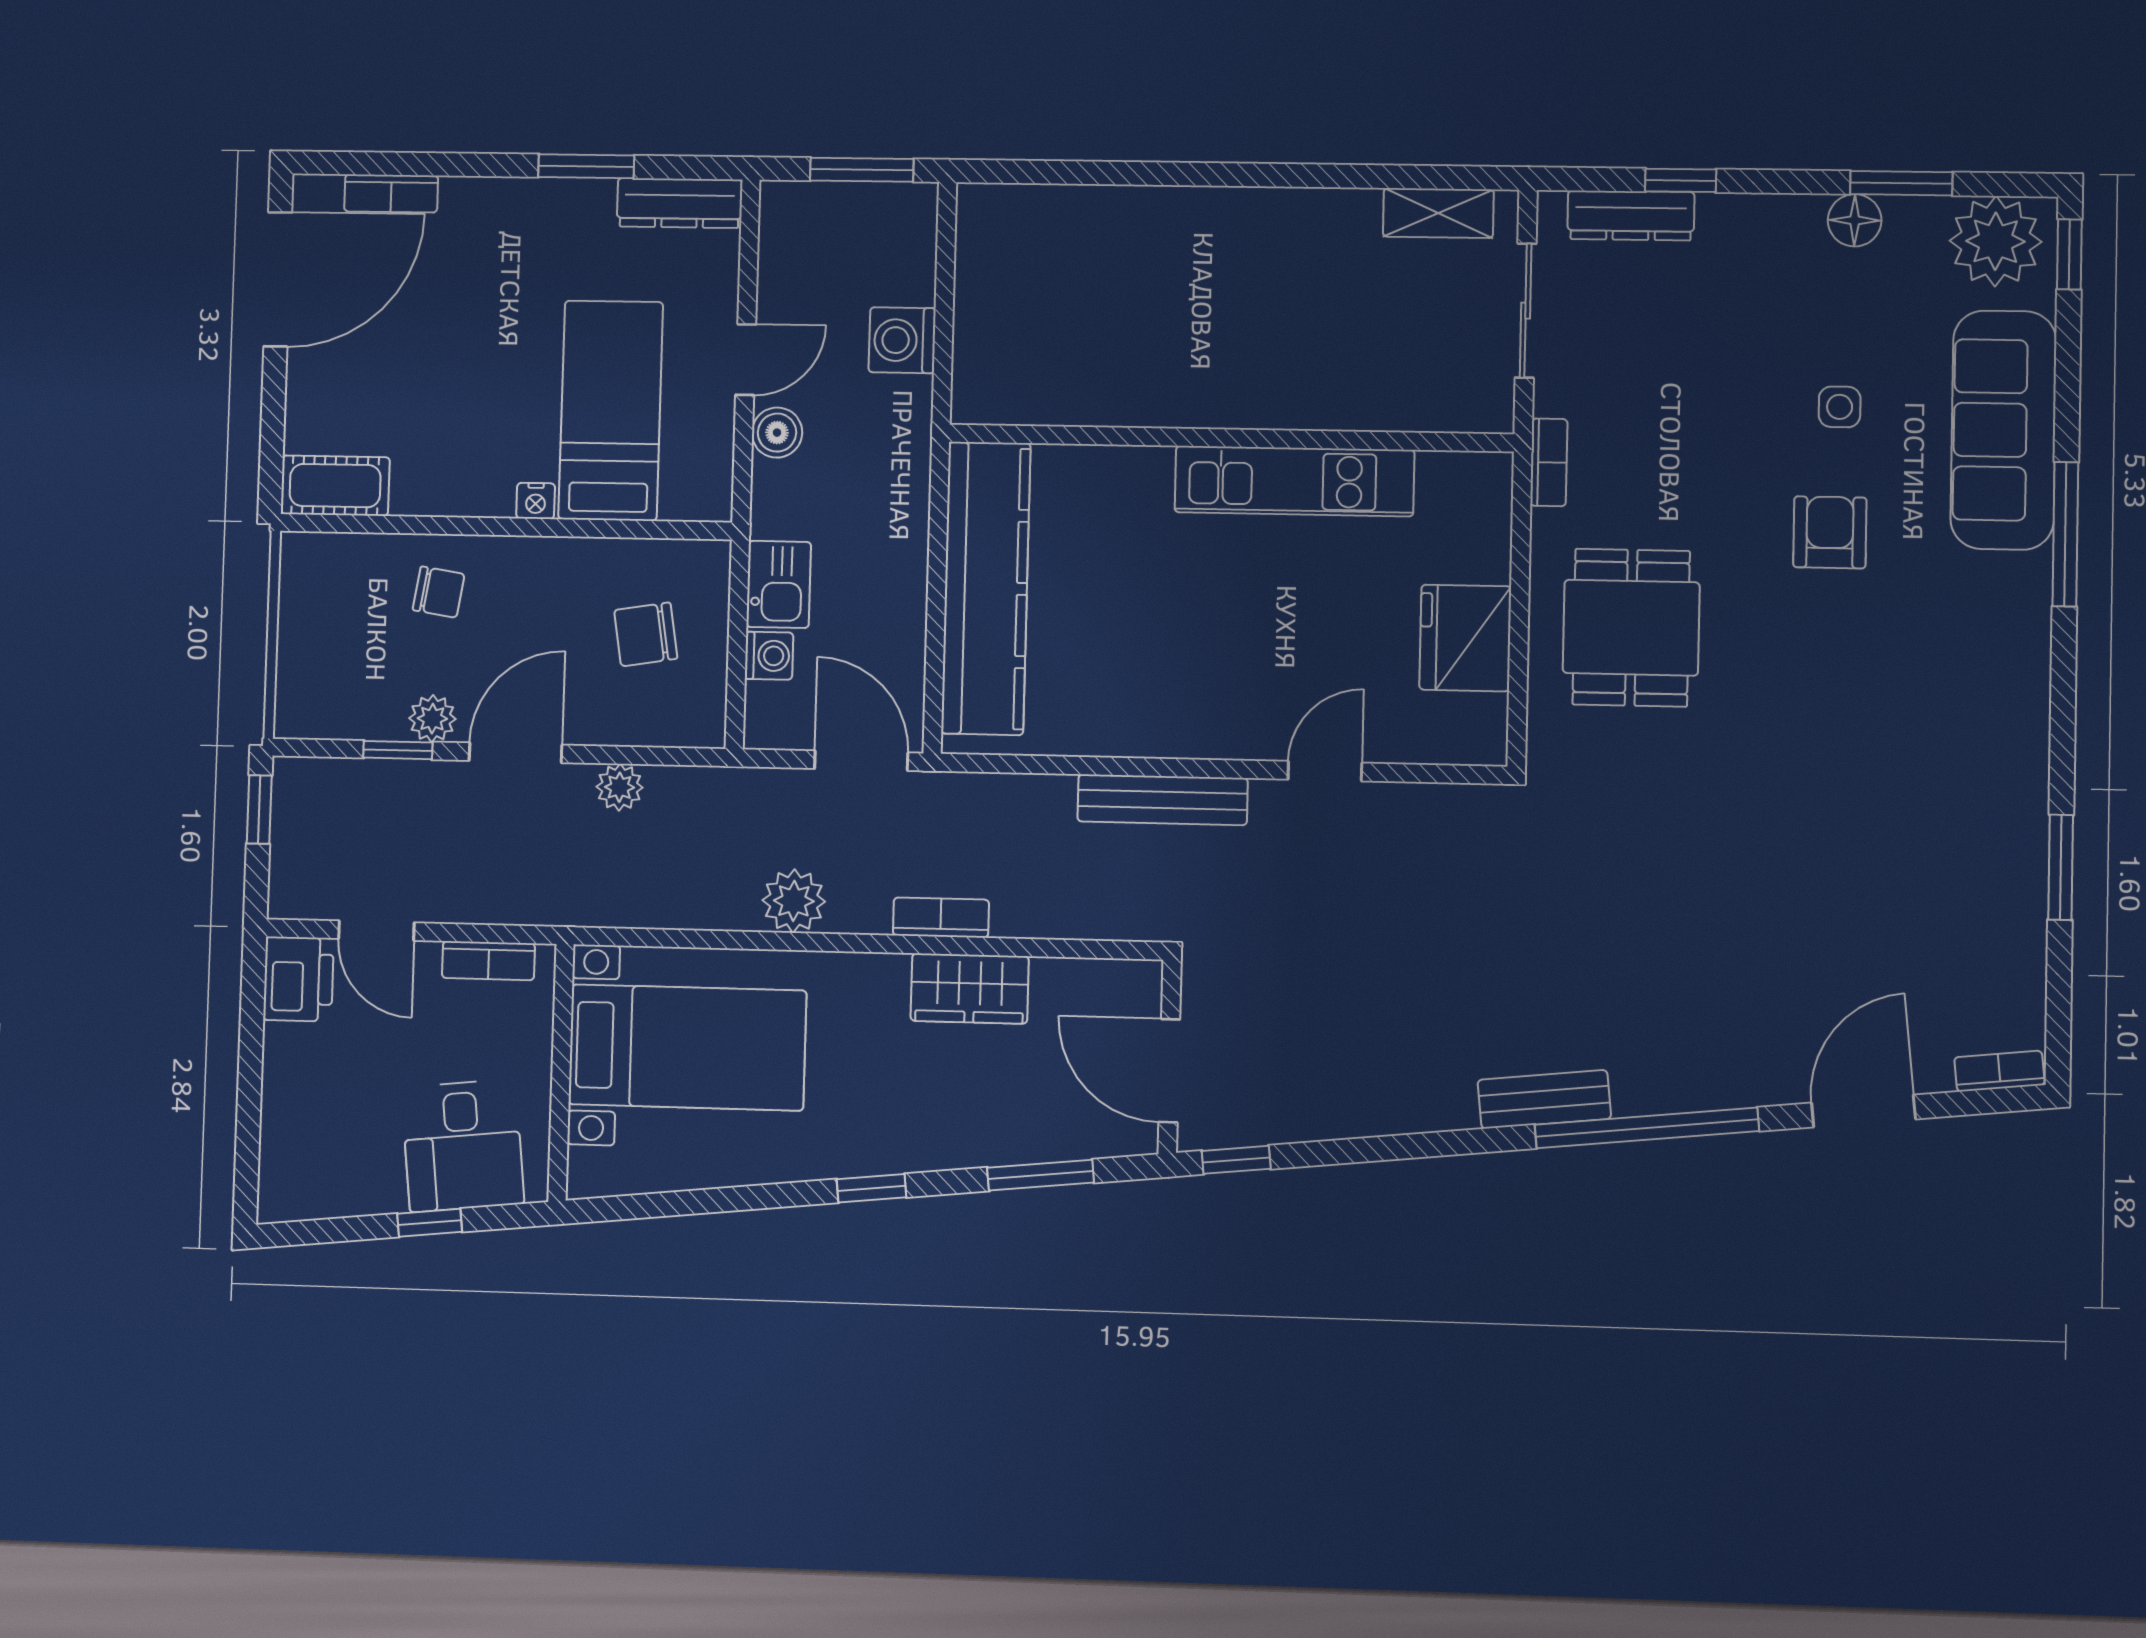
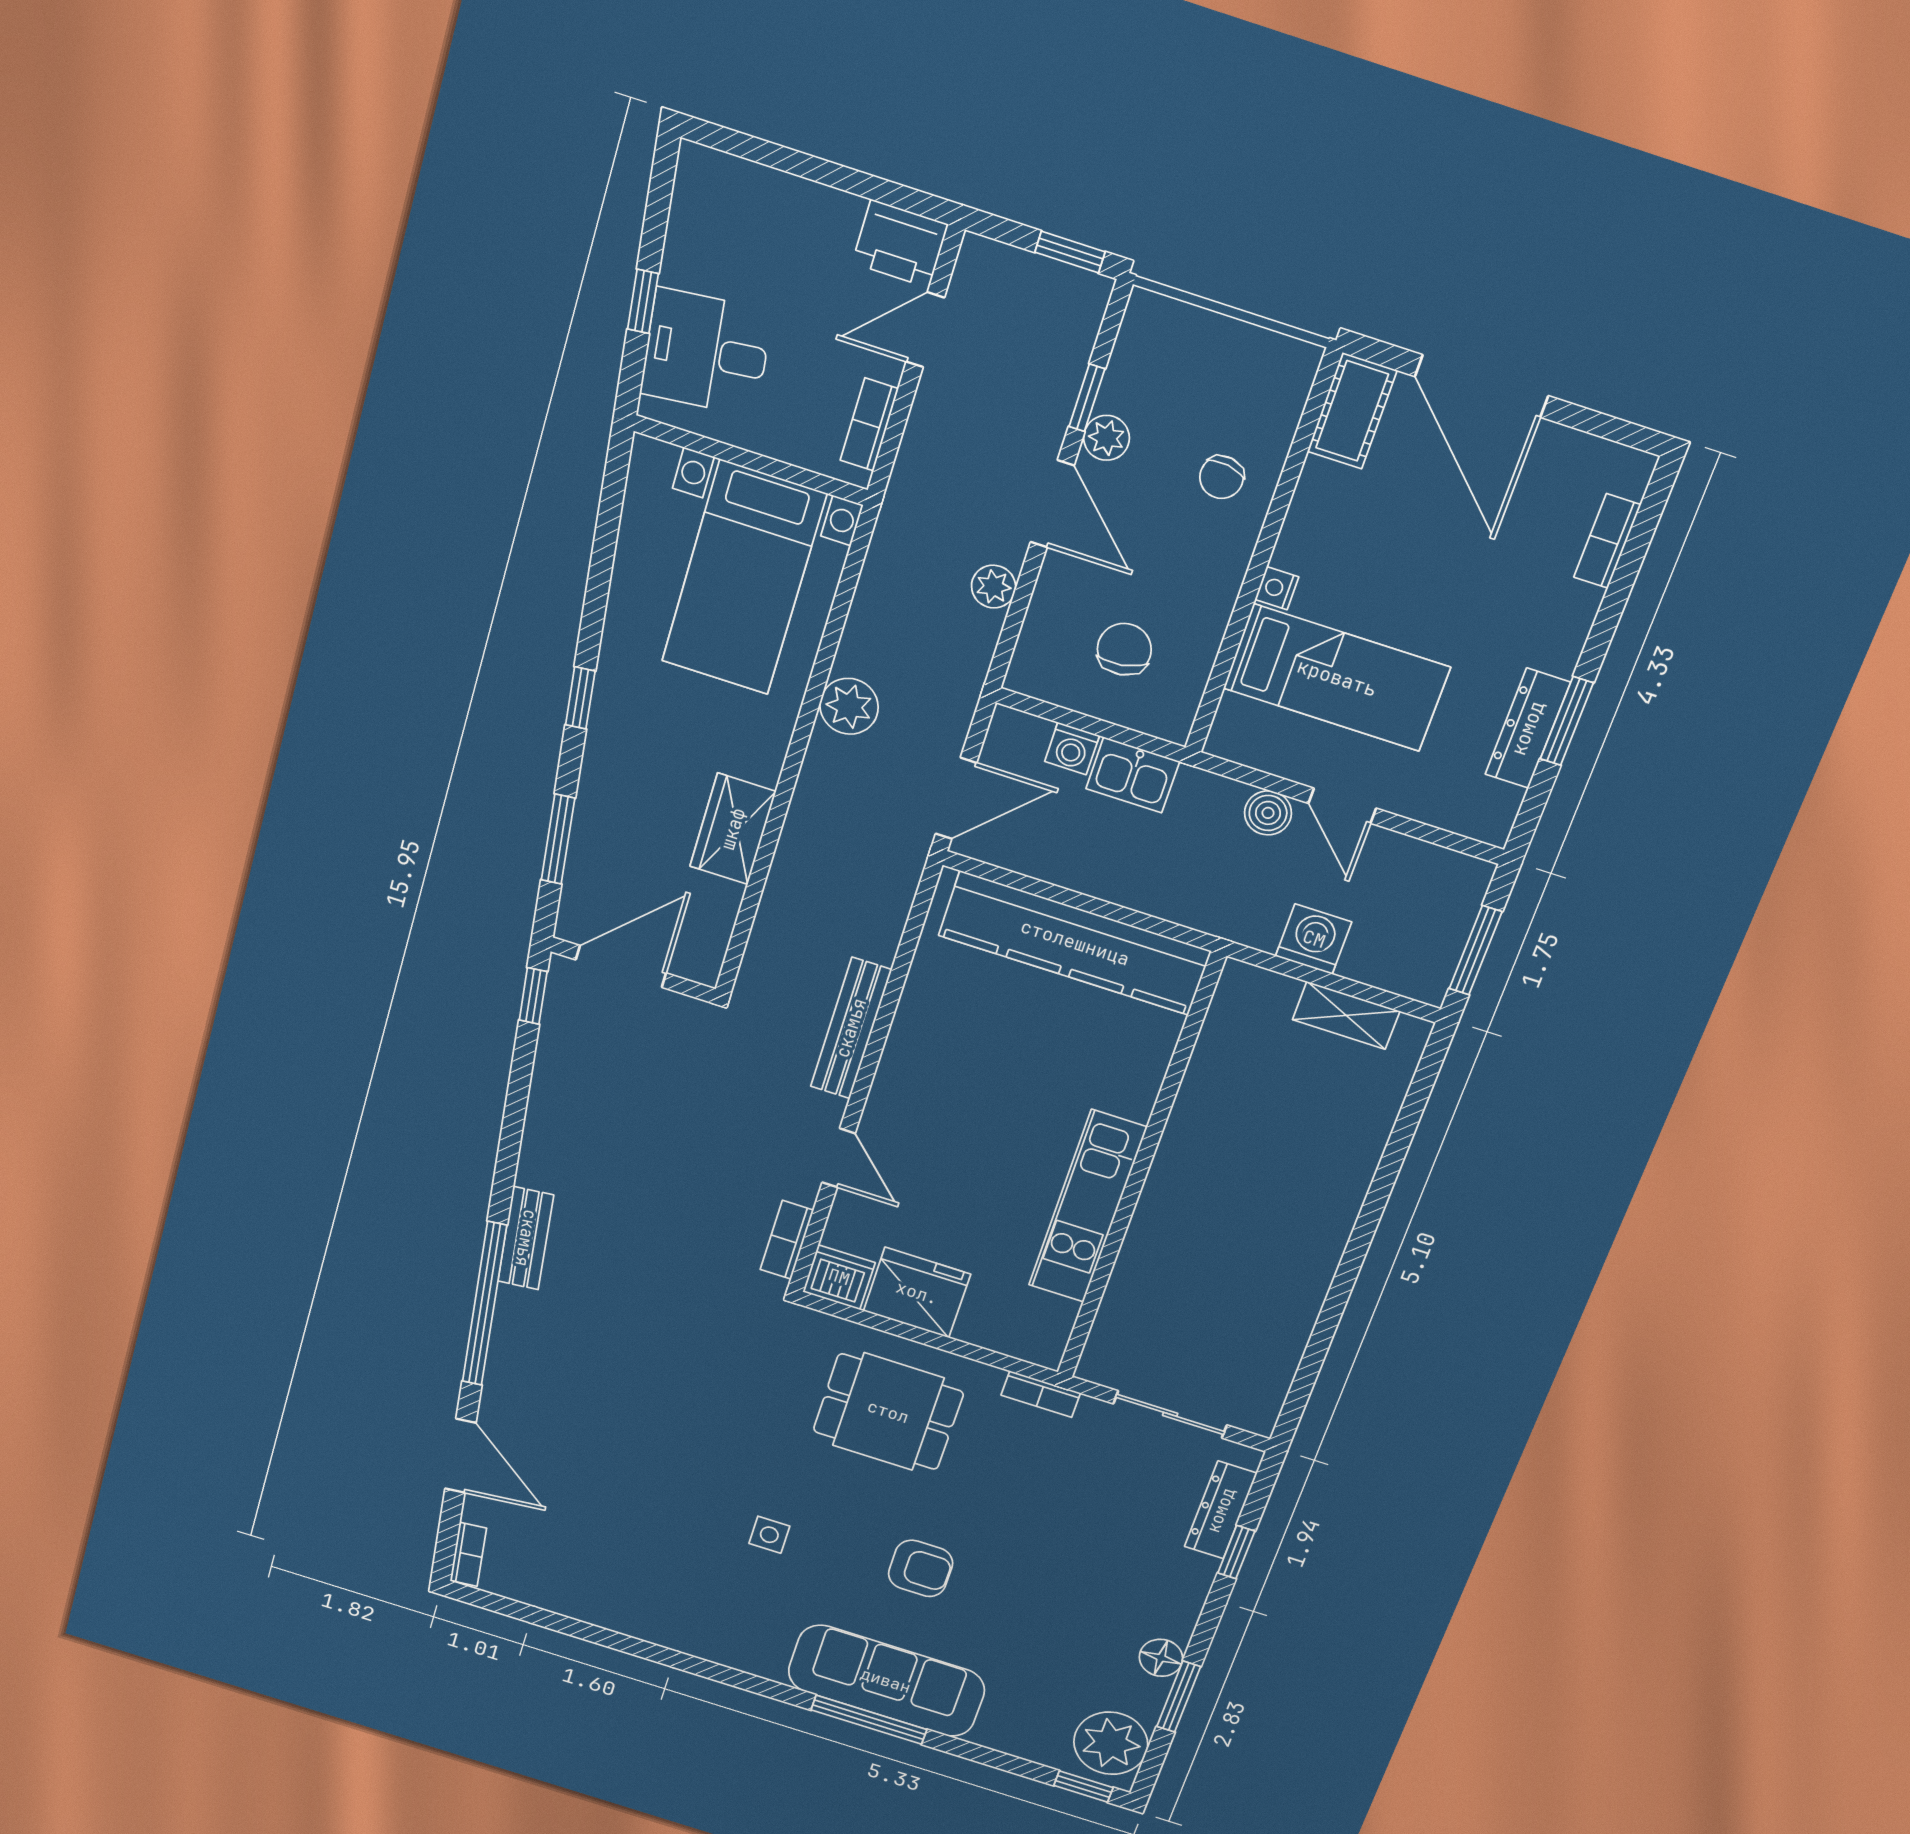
dresser: (680, 203) -> (1528, 728), moved
shelving: (1438, 213) -> (1346, 1015), moved, turned 90
door: (278, 279) -> (1482, 386), moved
side table: (1840, 407) -> (769, 1535), moved
sofa: (2003, 430) -> (886, 1681), moved
dishwasher: (1475, 731) -> (839, 1277), added
window: (2061, 867) -> (614, 1640), removed
bookcase: (941, 918) -> (787, 1240), moved, turned 180

